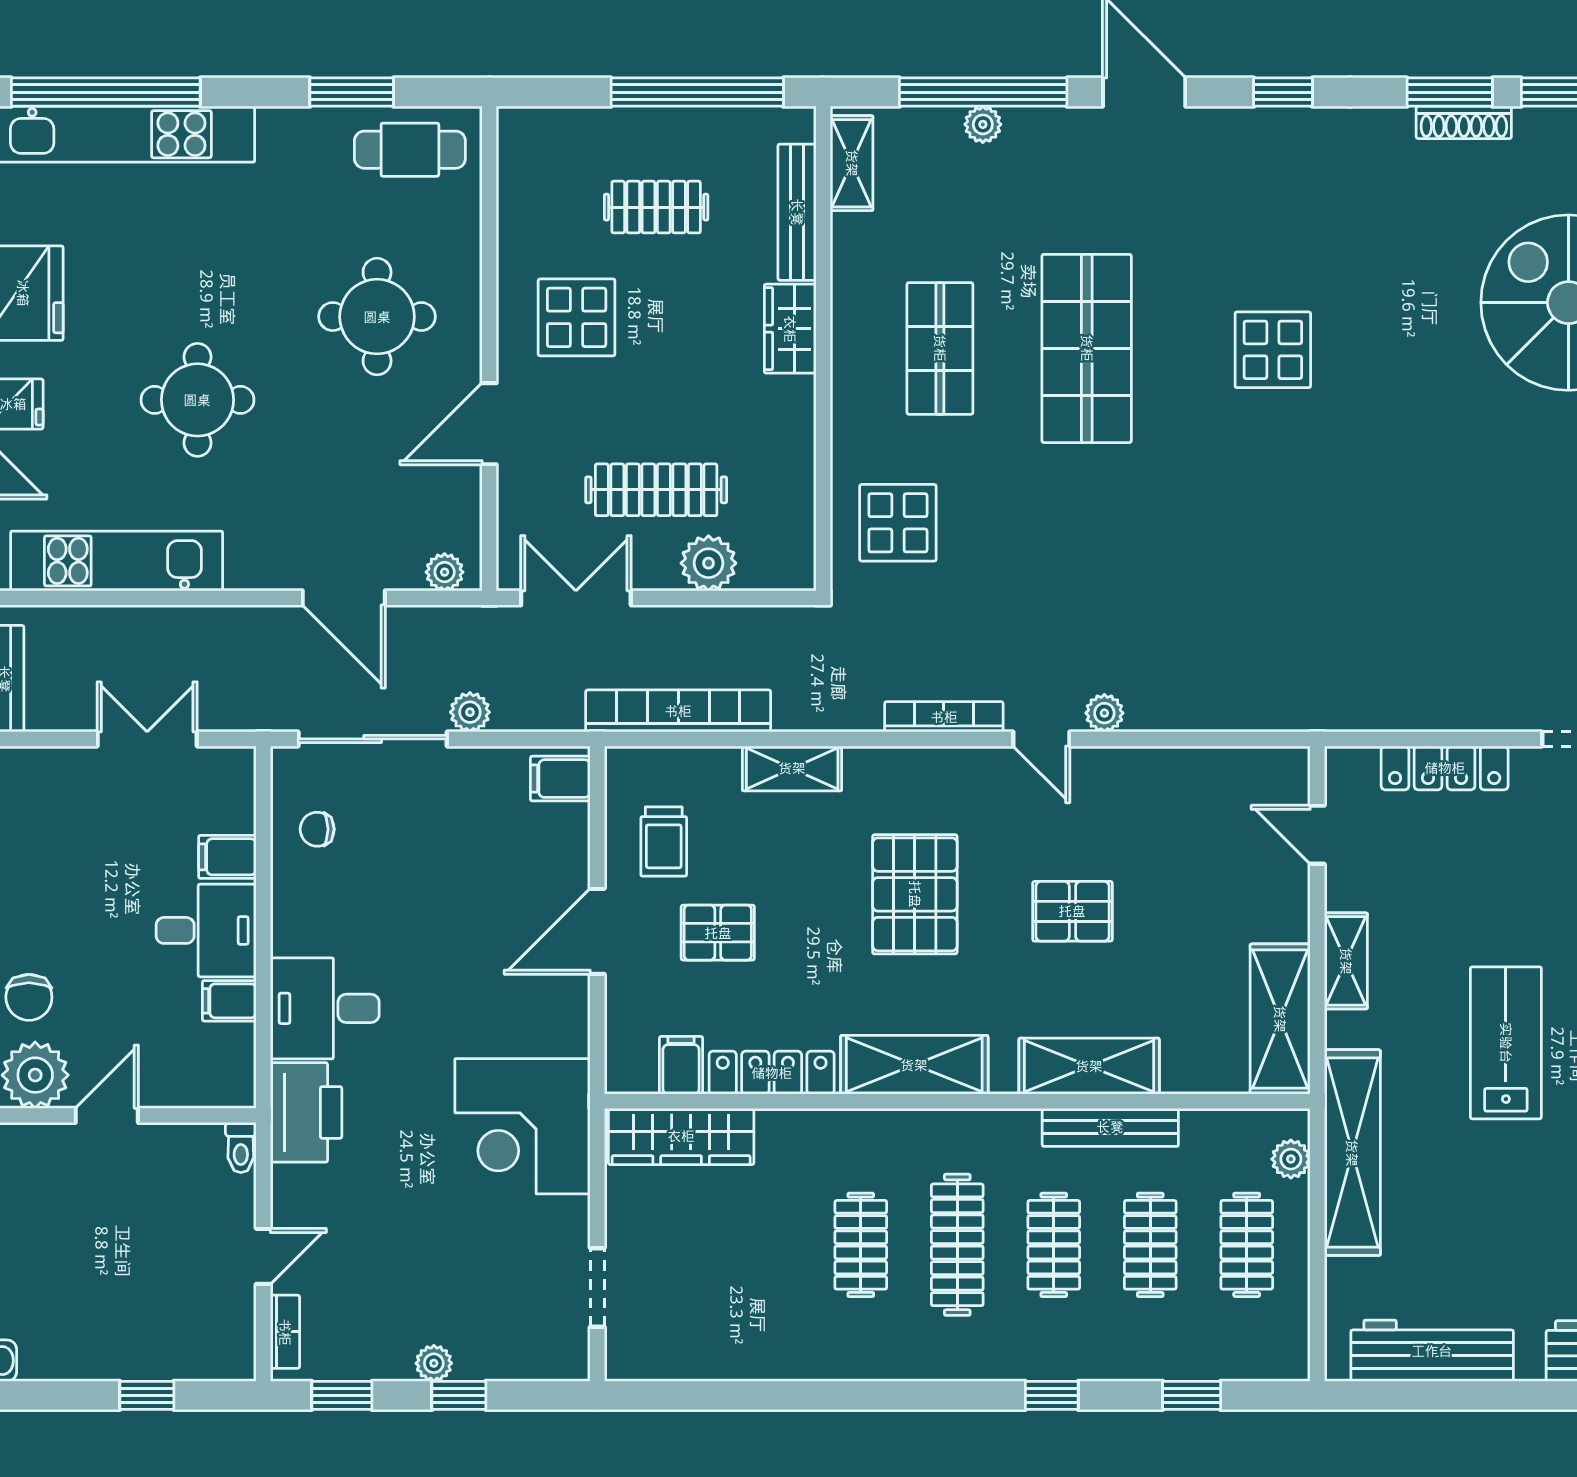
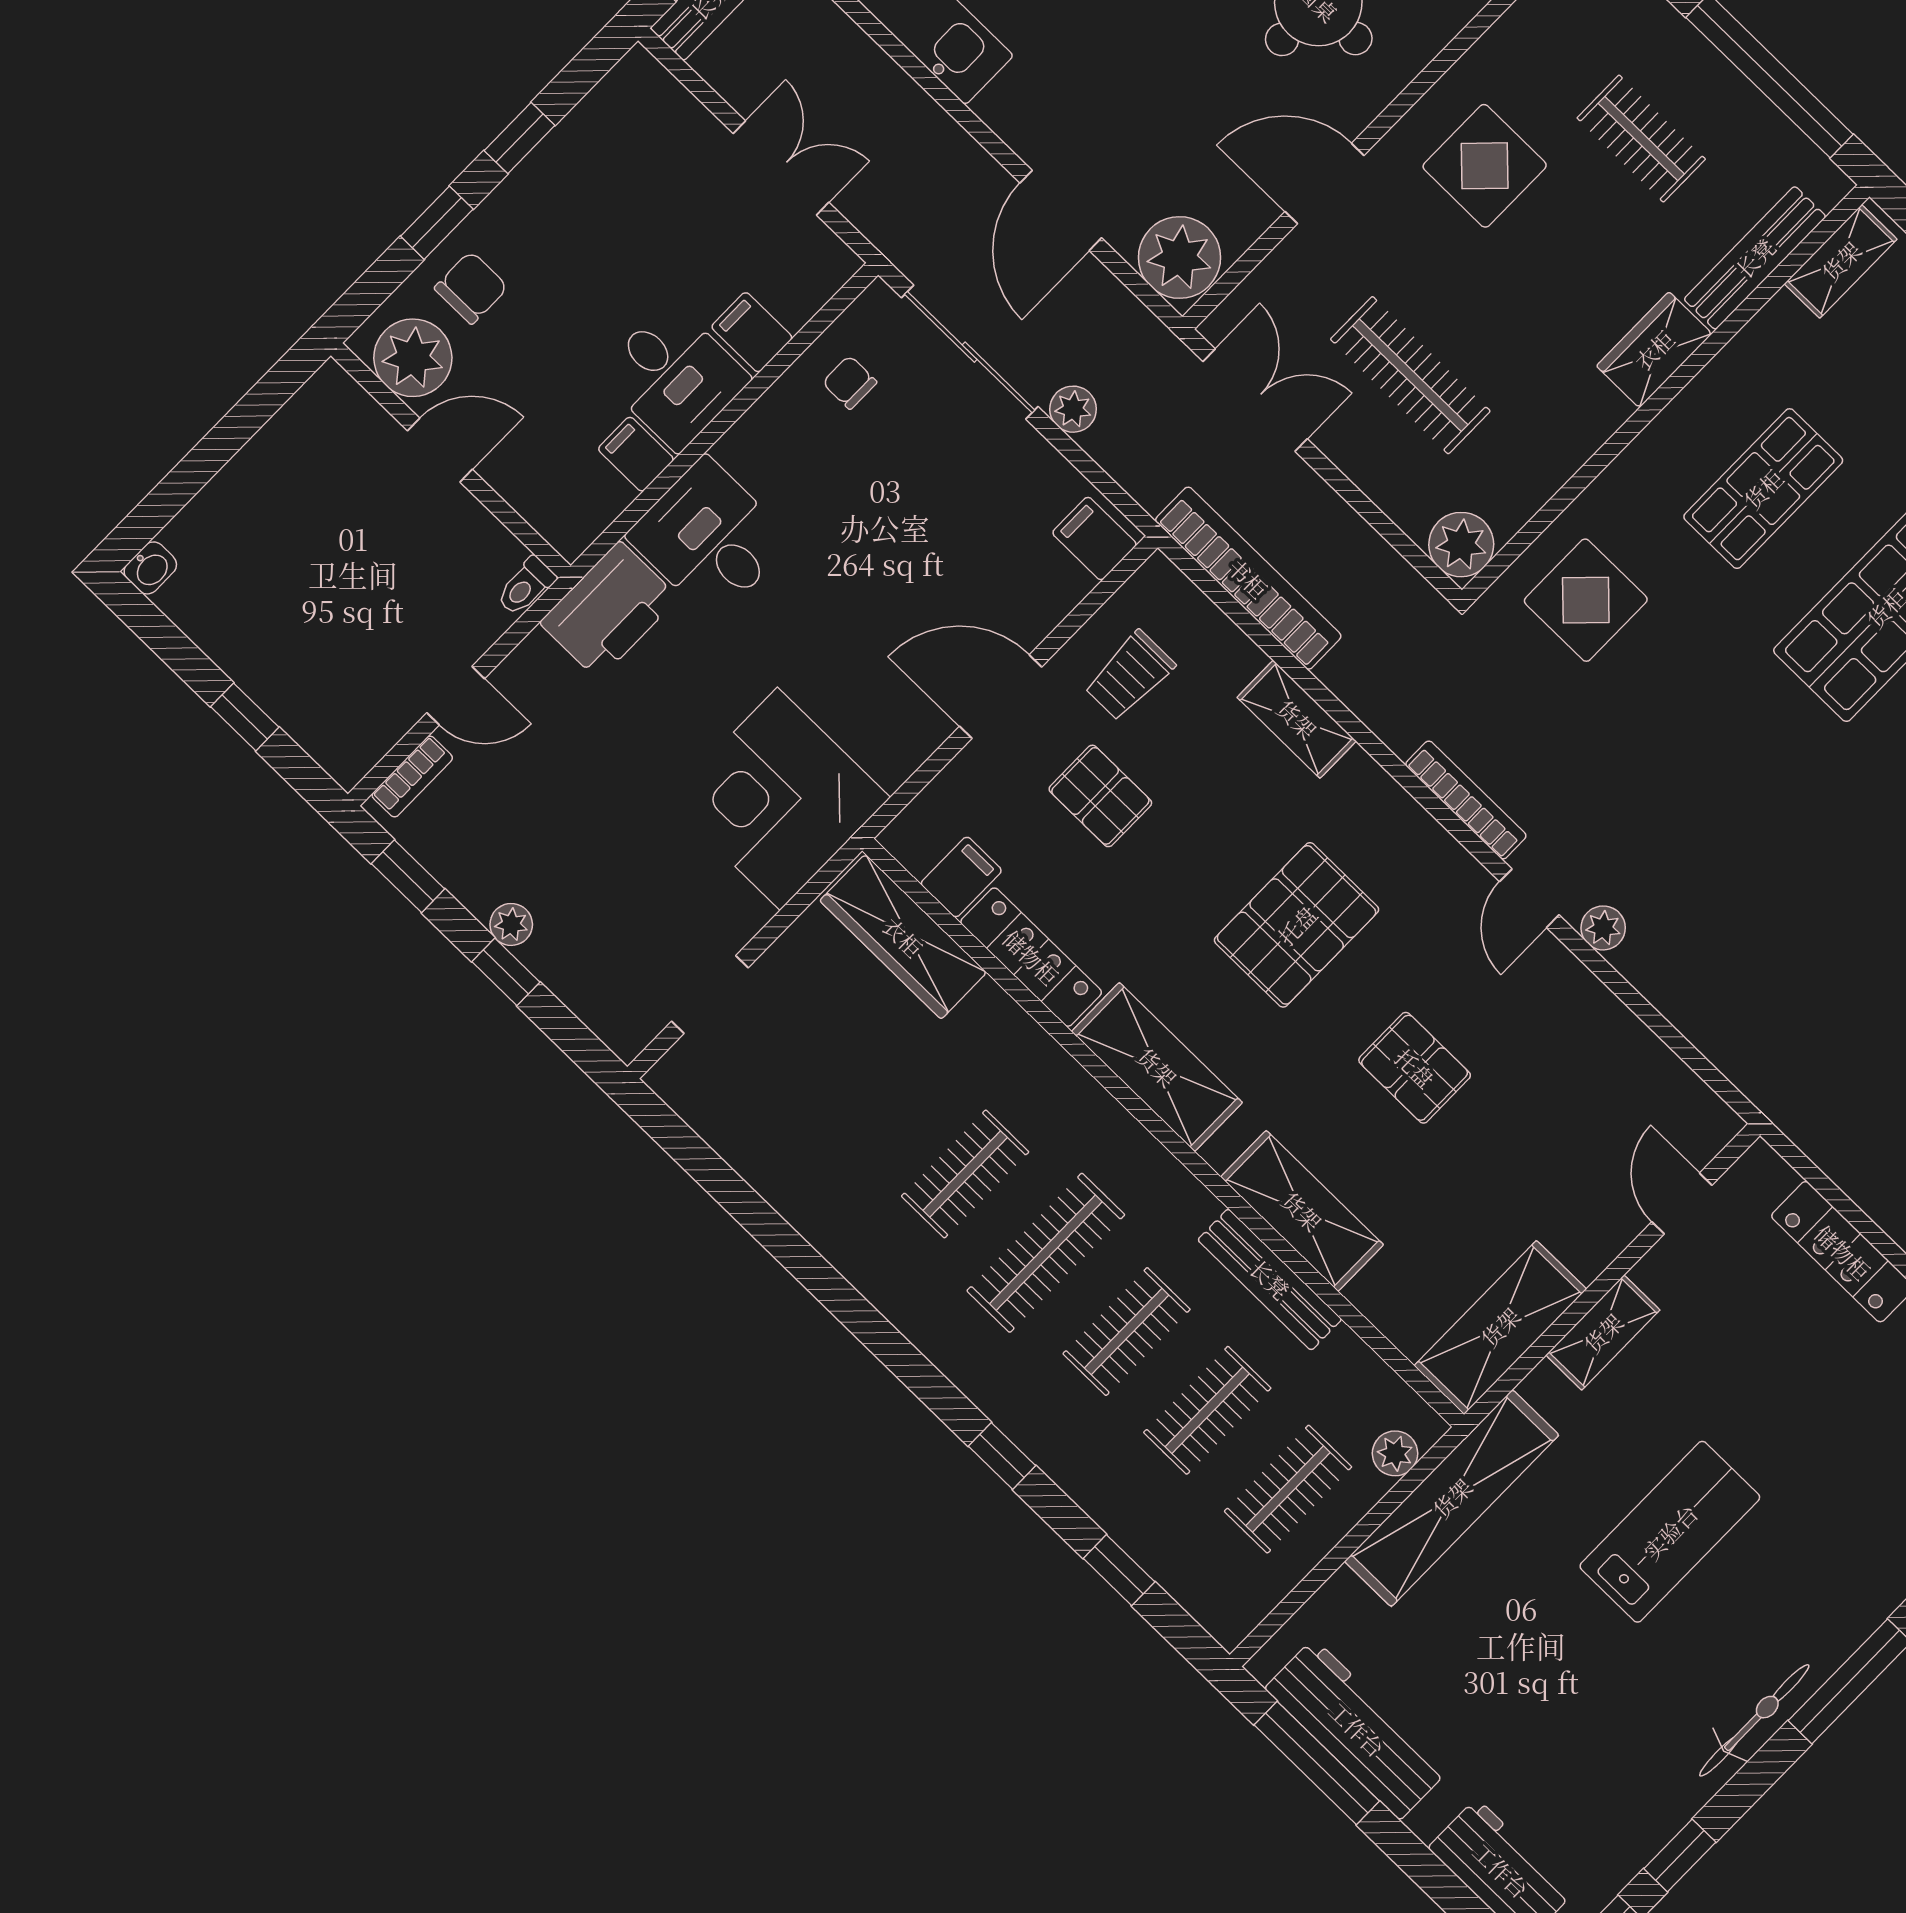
plant: (708, 563) -> (1461, 545), moved
plant: (445, 572) -> (1179, 258), width x1.87, depth x1.87
chair: (29, 997) -> (471, 288), turned 180
window: (1428, 1395) -> (1317, 1763), added

